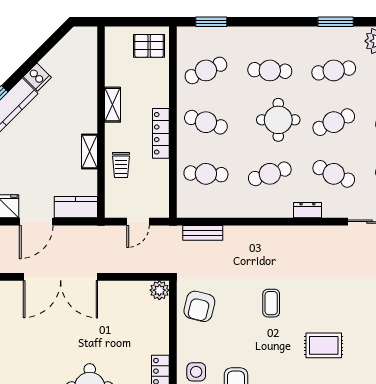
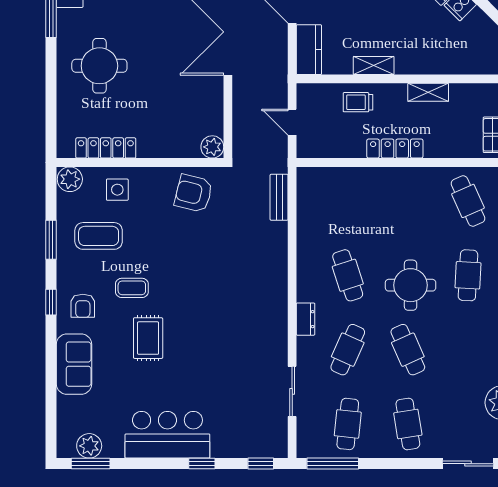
cafe table: (334, 70) -> (468, 350), removed
cafe table: (206, 122) -> (408, 201), removed
cafe table: (206, 174) -> (348, 201), removed
coffee table: (271, 303) -> (132, 288), moved

